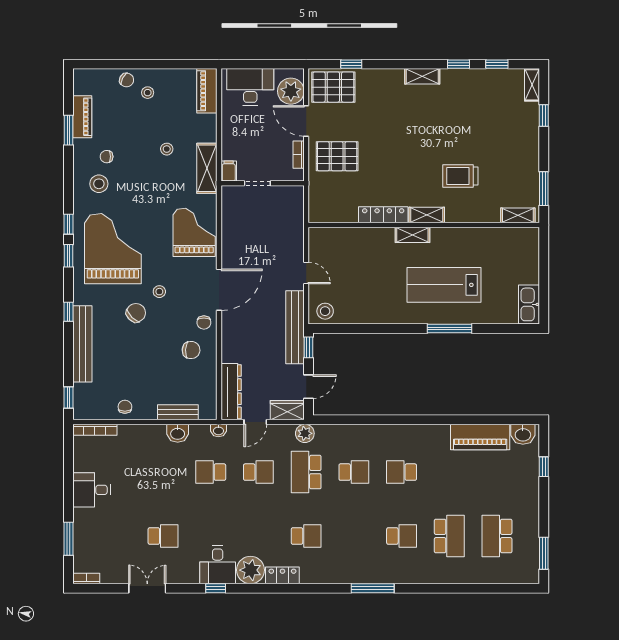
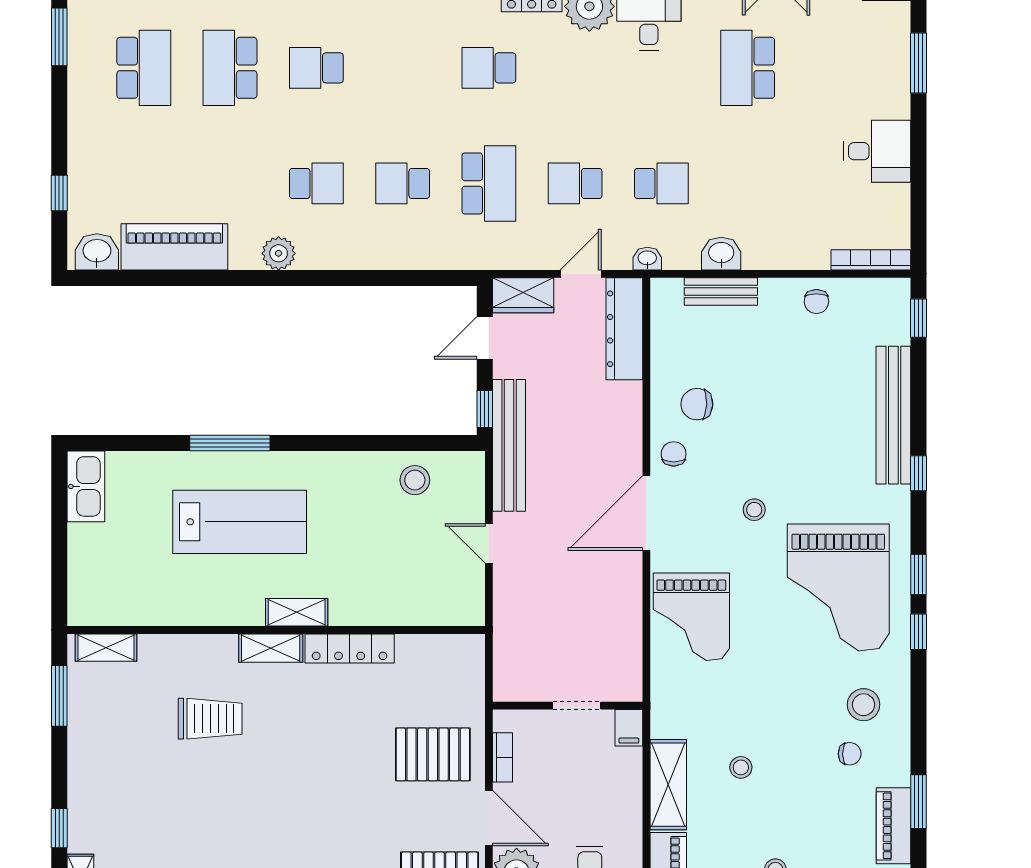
shelving: (207, 168) -> (668, 785), moved
stool: (325, 311) -> (415, 480), moved
chair: (136, 313) -> (797, 471), removed
plant: (305, 433) -> (279, 253), moved
school desk: (163, 536) -> (748, 68), width x1.85

